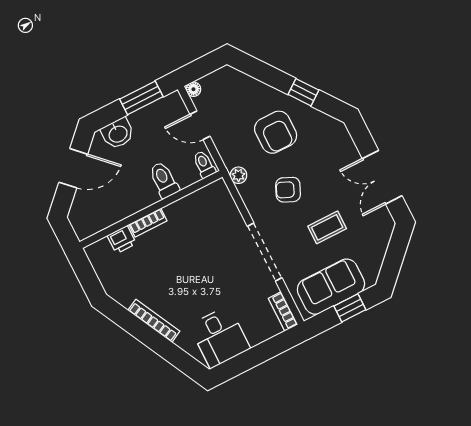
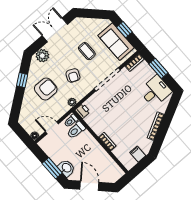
window: (141, 98) -> (52, 168), moved
door: (200, 125) -> (52, 128), swing flipped
plant: (340, 142) -> (42, 56), added
double door: (382, 177) -> (55, 30), swing flipped
toilet: (164, 180) -> (76, 130), moved
printer: (122, 240) -> (83, 111), moved
filing cabinet: (110, 274) -> (138, 154), added
window: (261, 353) -> (158, 68), added

